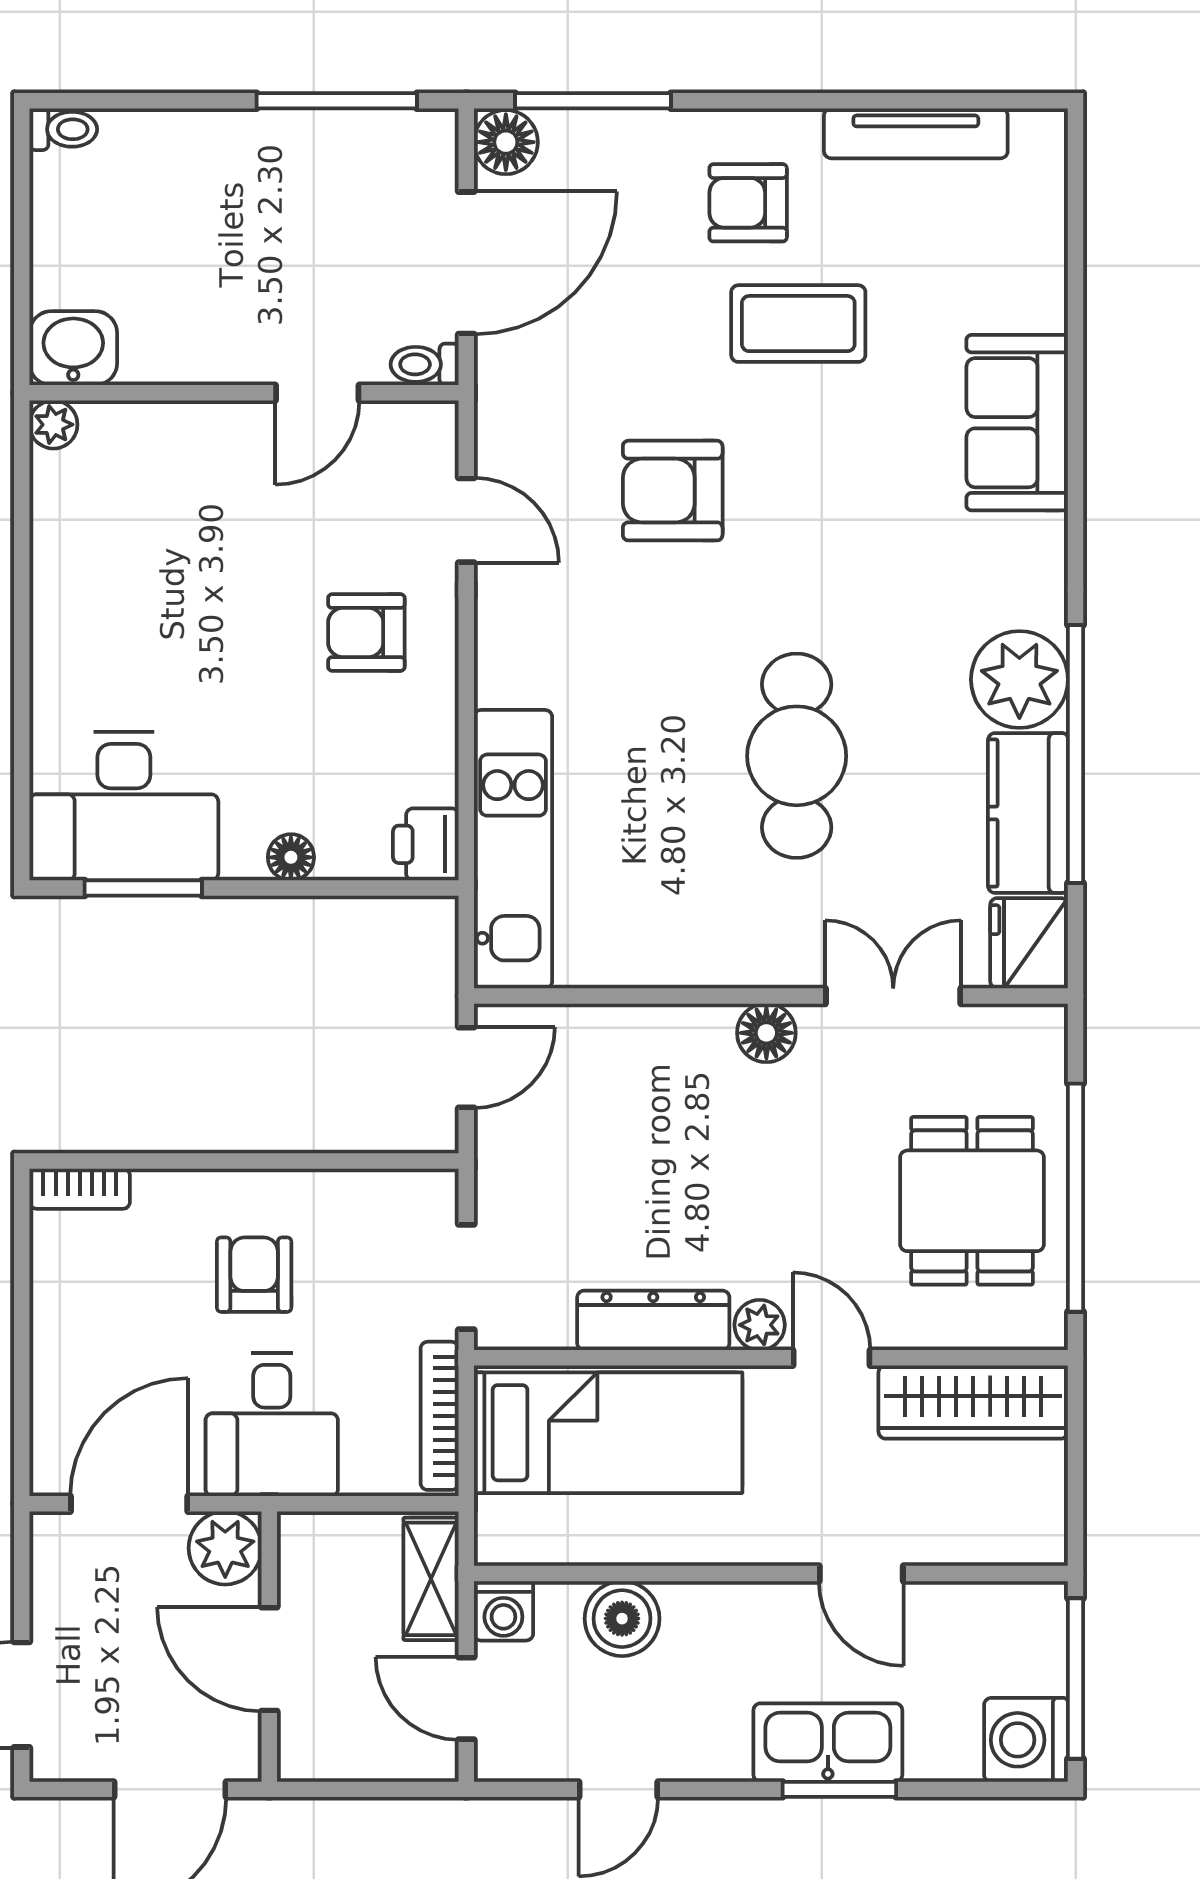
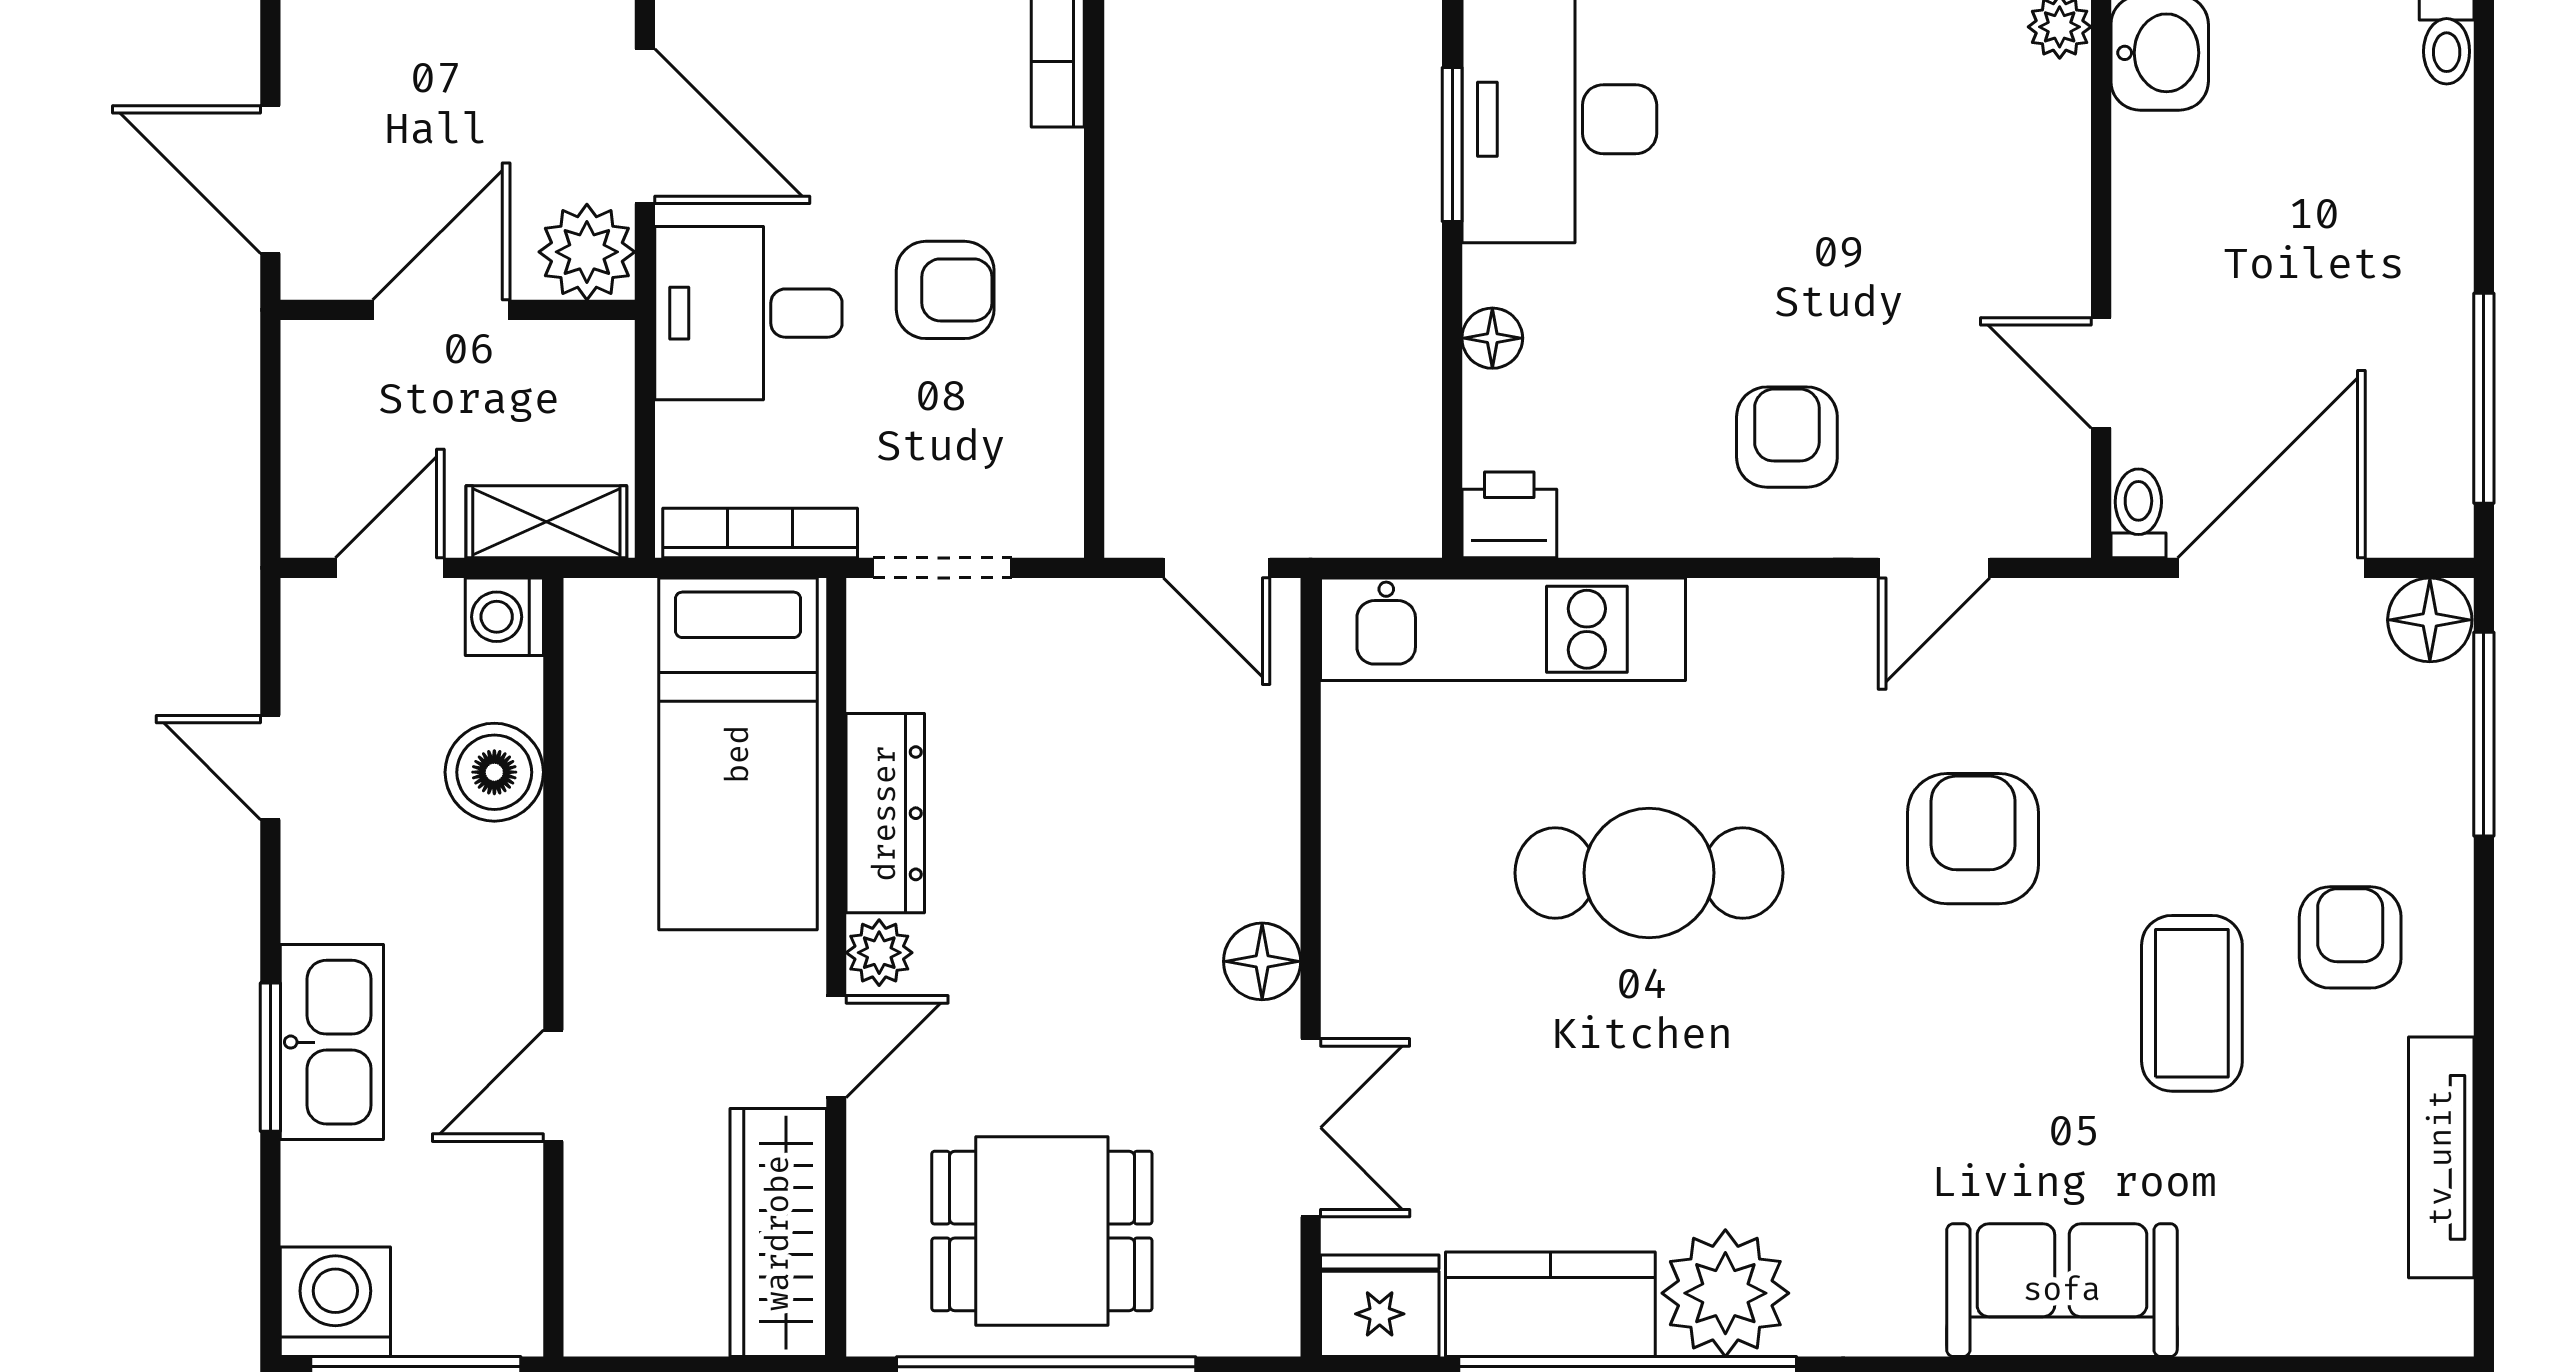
door: (466, 263) -> (2271, 568), swing flipped
cafe table: (797, 756) -> (1649, 873), moved

